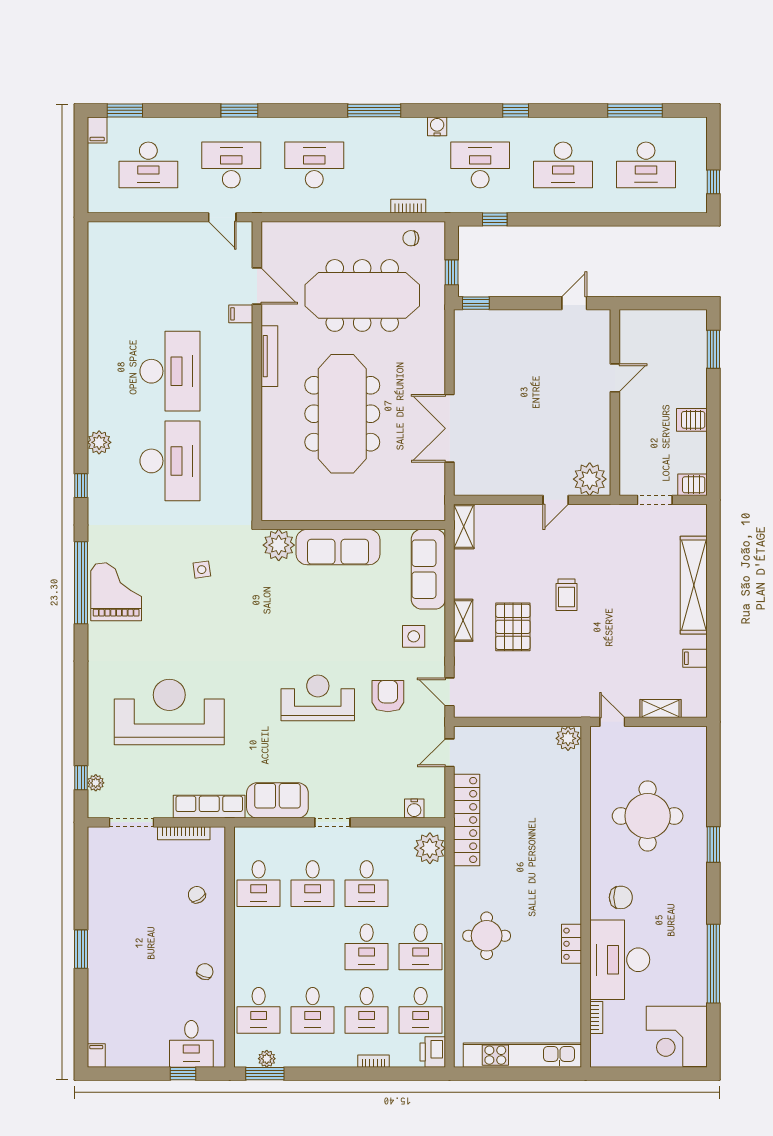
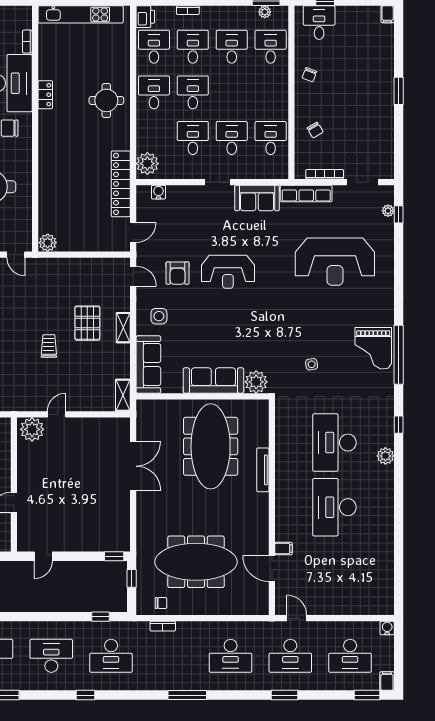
water cooler: (437, 126) -> (387, 628), moved, turned 180
desk: (148, 165) -> (350, 656), turned 180
tv unit: (269, 356) -> (263, 470), moved
meeting table: (342, 414) -> (211, 446), moved

